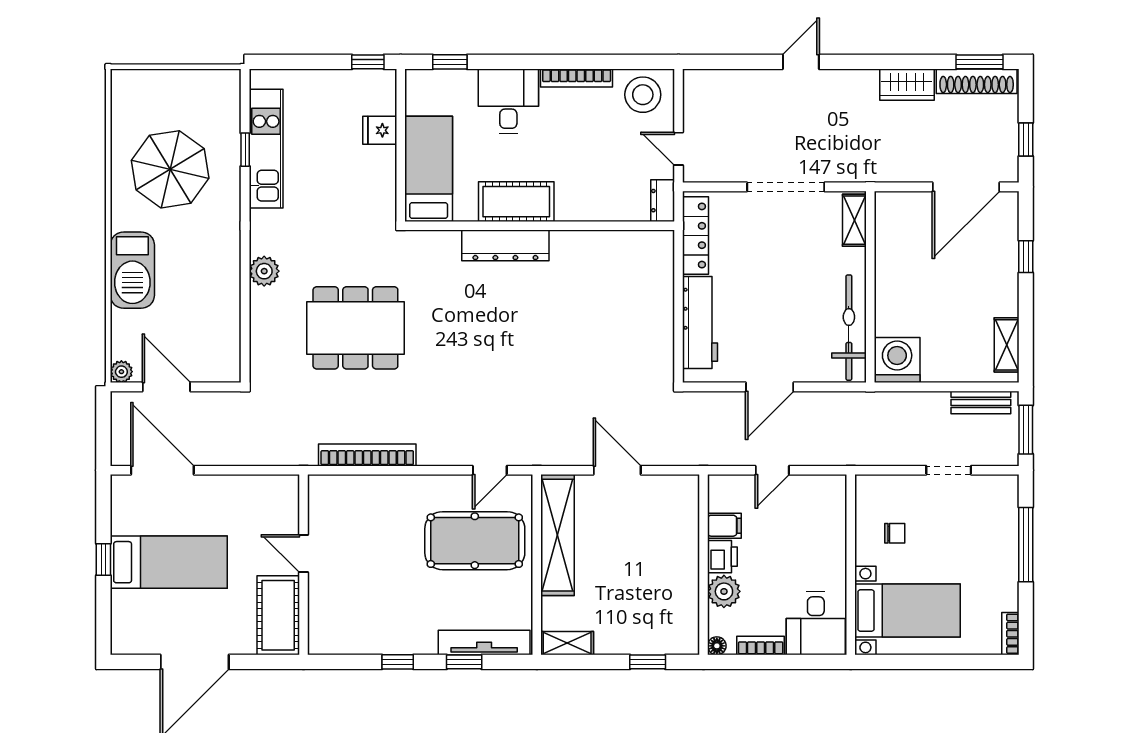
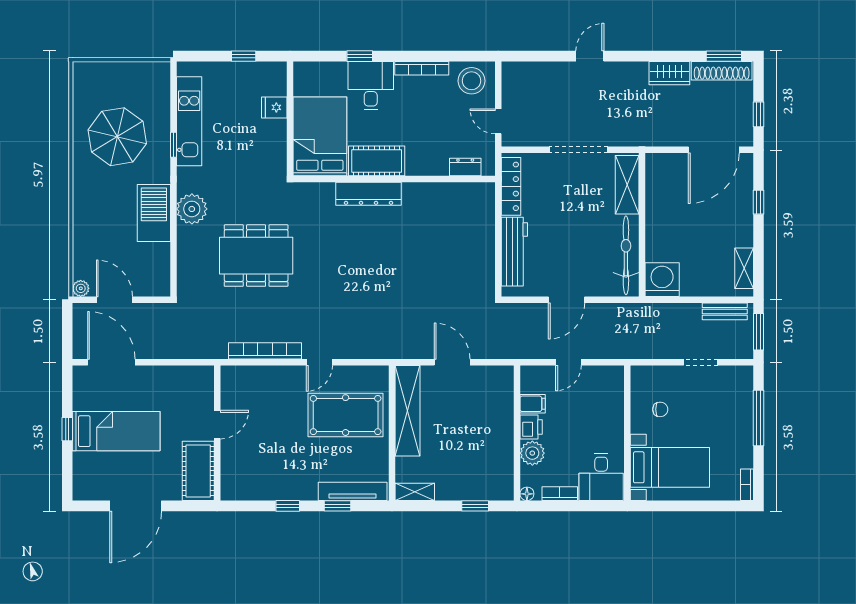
window: (368, 62) -> (244, 56), moved
window: (450, 62) -> (360, 56), moved
window: (245, 150) -> (173, 145), moved
bed: (429, 169) -> (320, 136), width x1.50
dresser: (663, 201) -> (465, 167), moved, turned 90
shelving: (854, 220) -> (627, 185), width x1.50, depth x1.33
barbecue: (132, 270) -> (154, 213), moved, turned 180
plant: (264, 271) -> (192, 209), width x1.36, depth x1.36
door: (490, 470) -> (319, 362), moved
door: (303, 554) -> (217, 425), swing flipped

